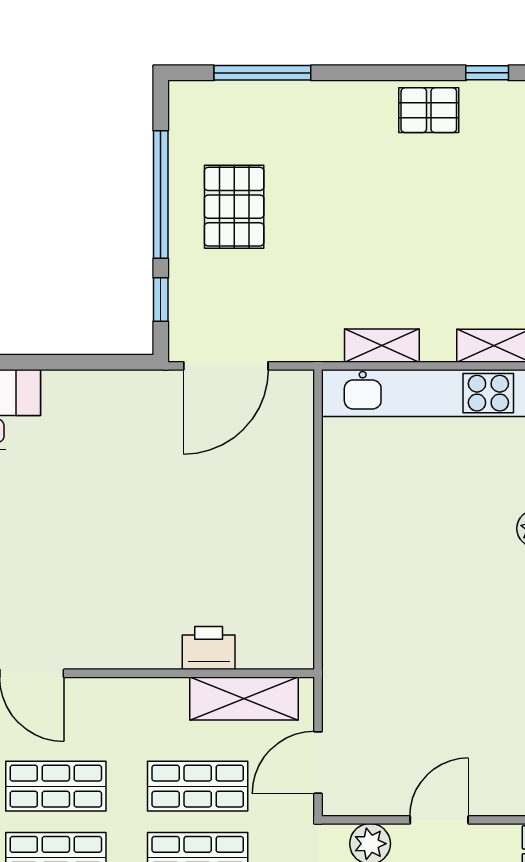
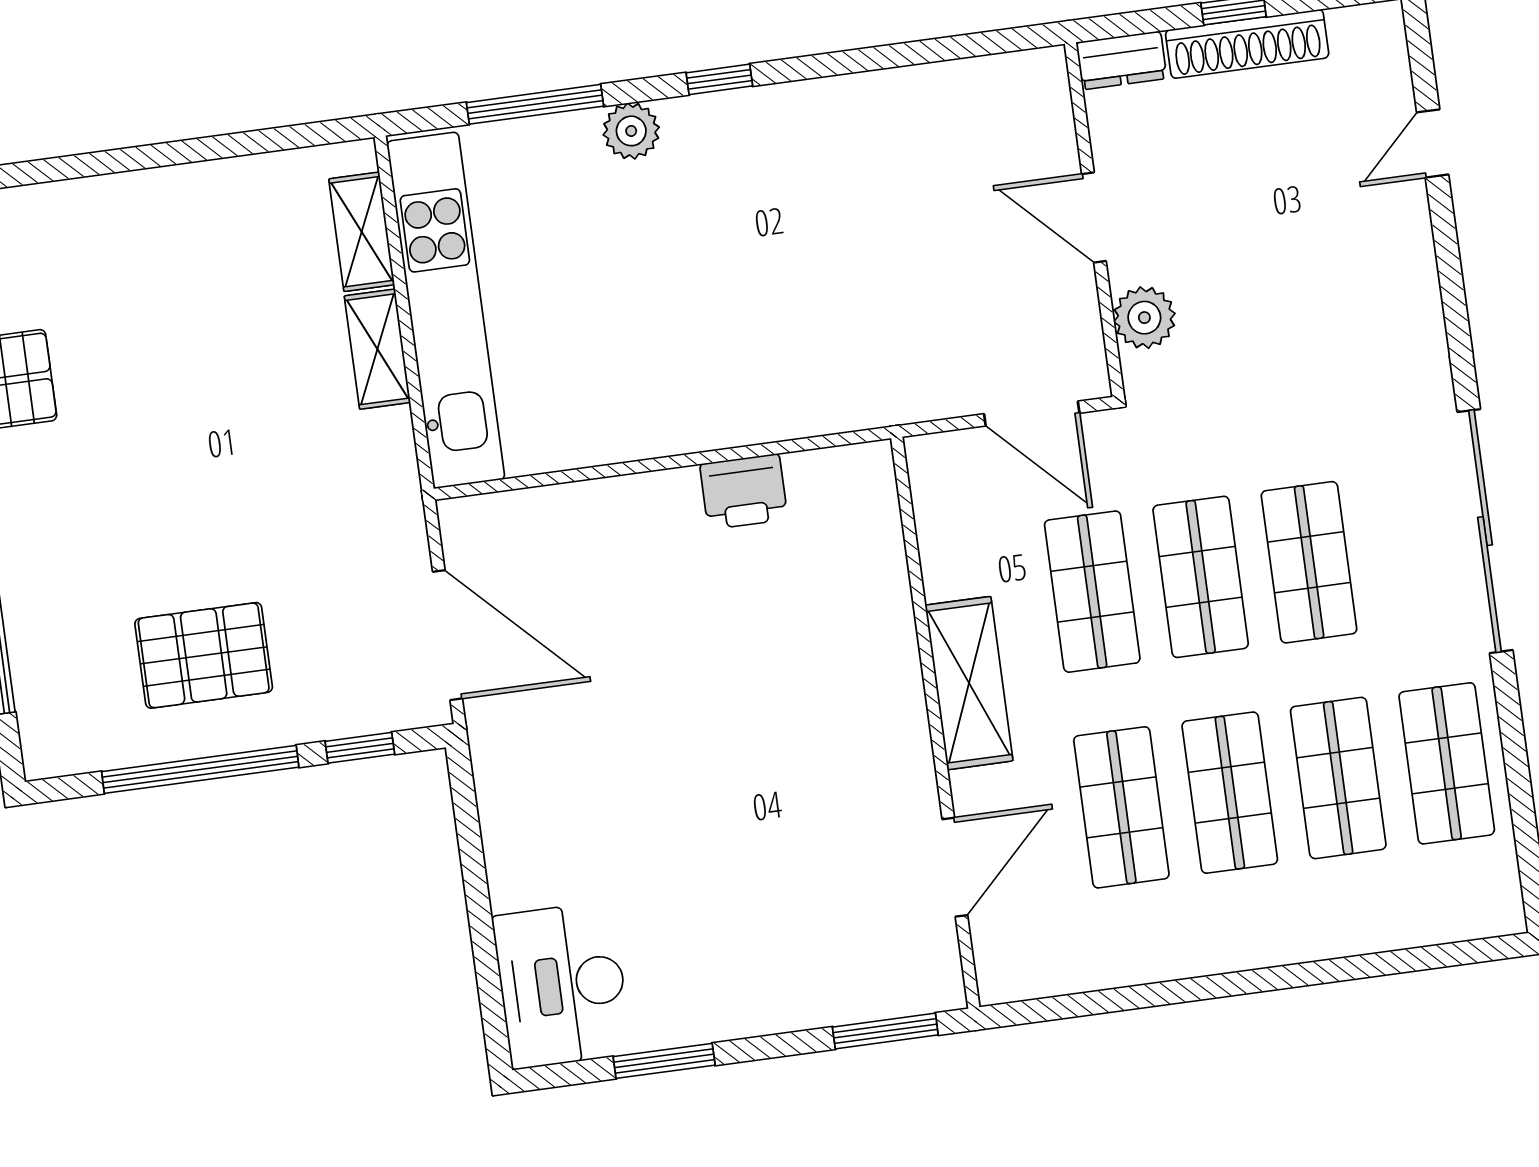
shelving: (382, 346) -> (377, 349), moved
printer: (209, 648) -> (744, 492), moved, turned -90
shelving: (244, 699) -> (969, 683), moved

